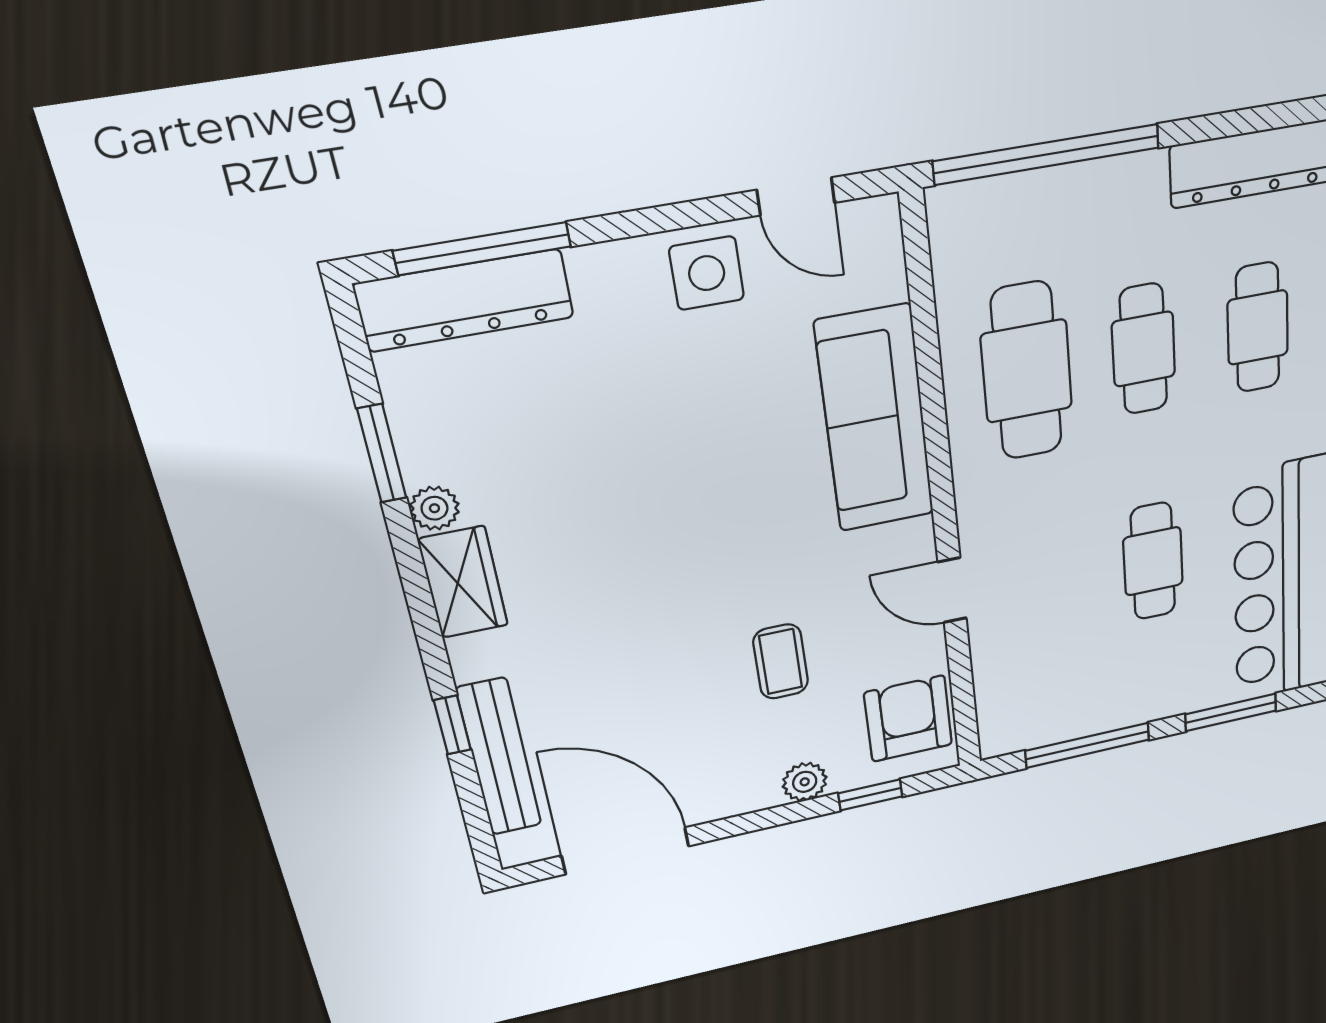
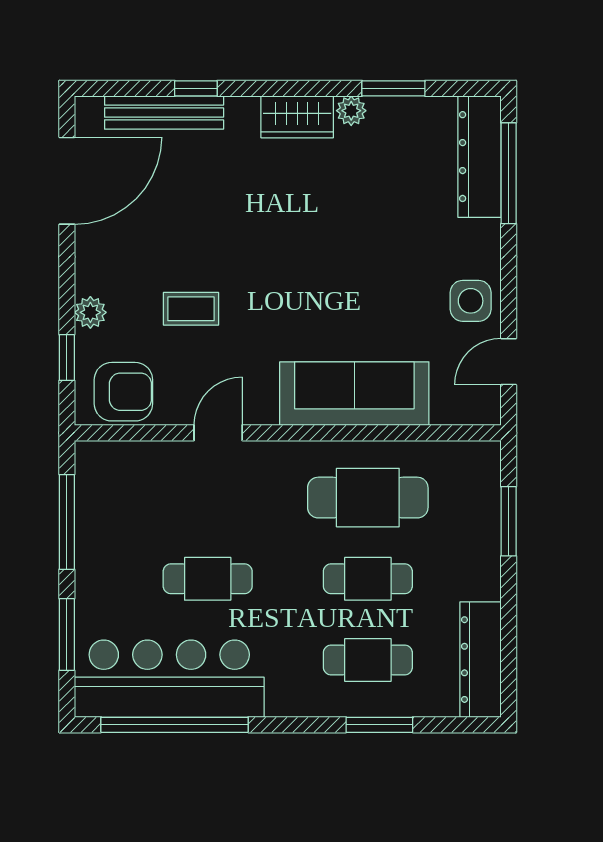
window: (1047, 154) -> (509, 521), width x0.47

